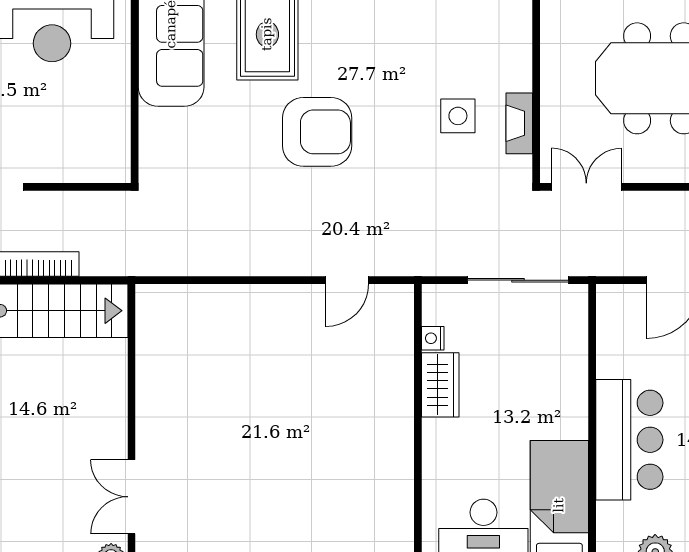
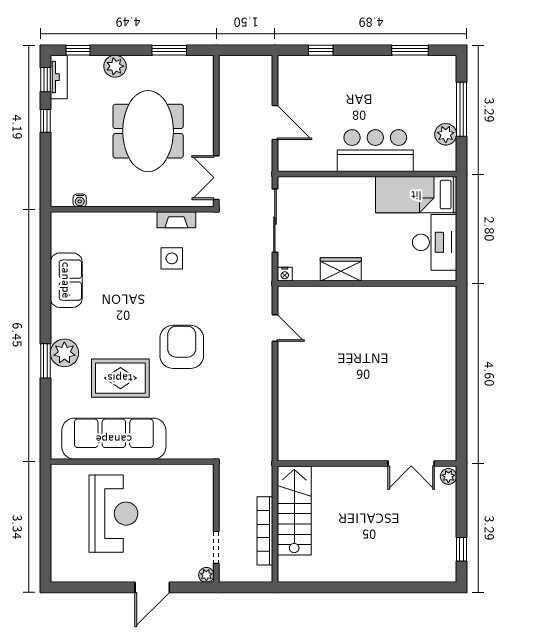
nightstand: (433, 338) -> (285, 274), moved

